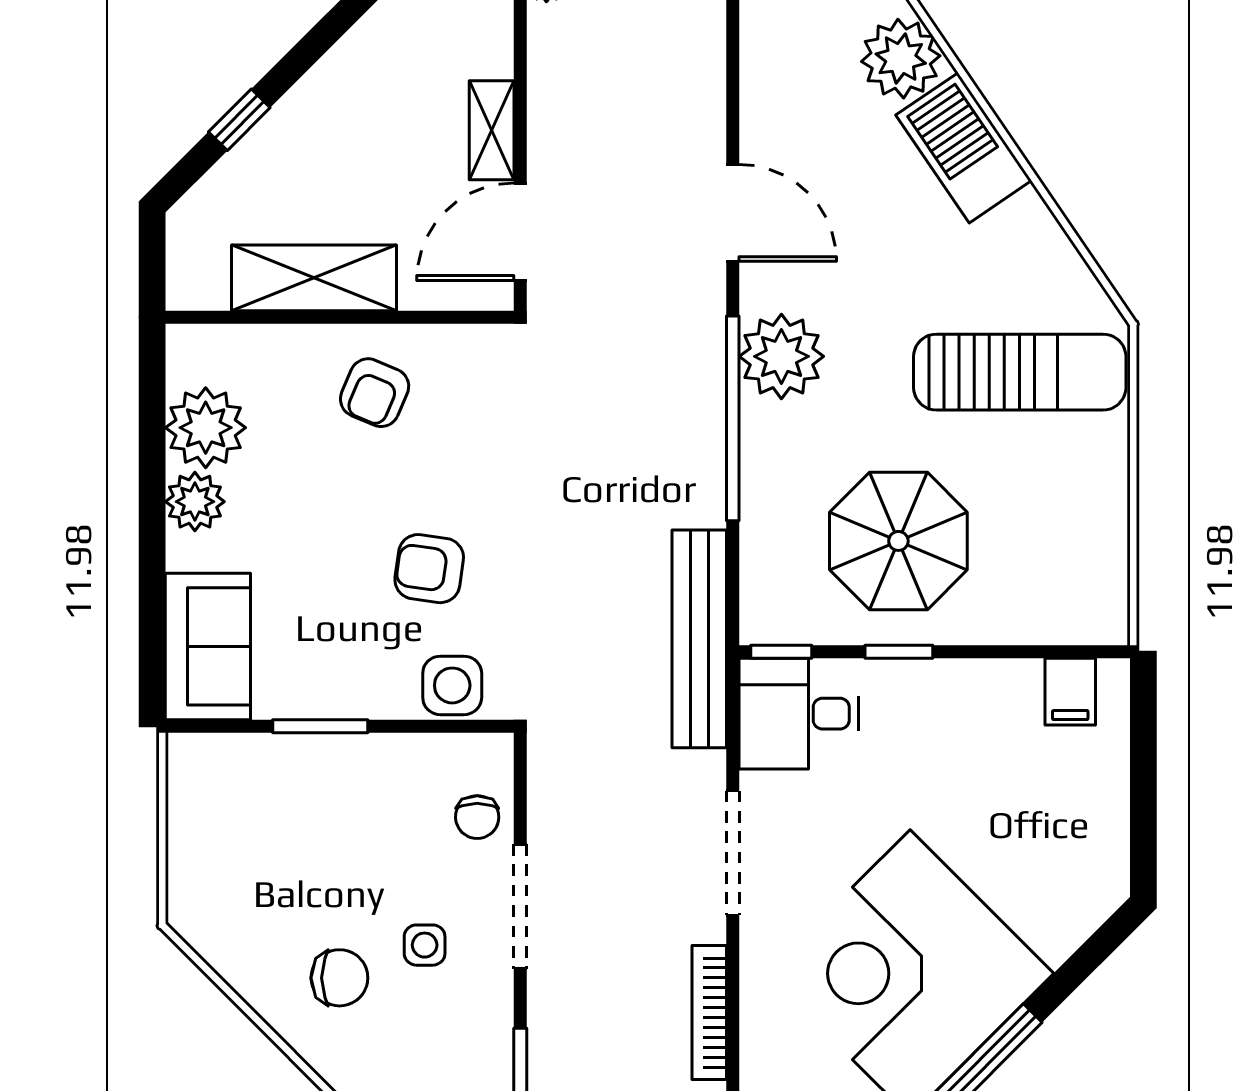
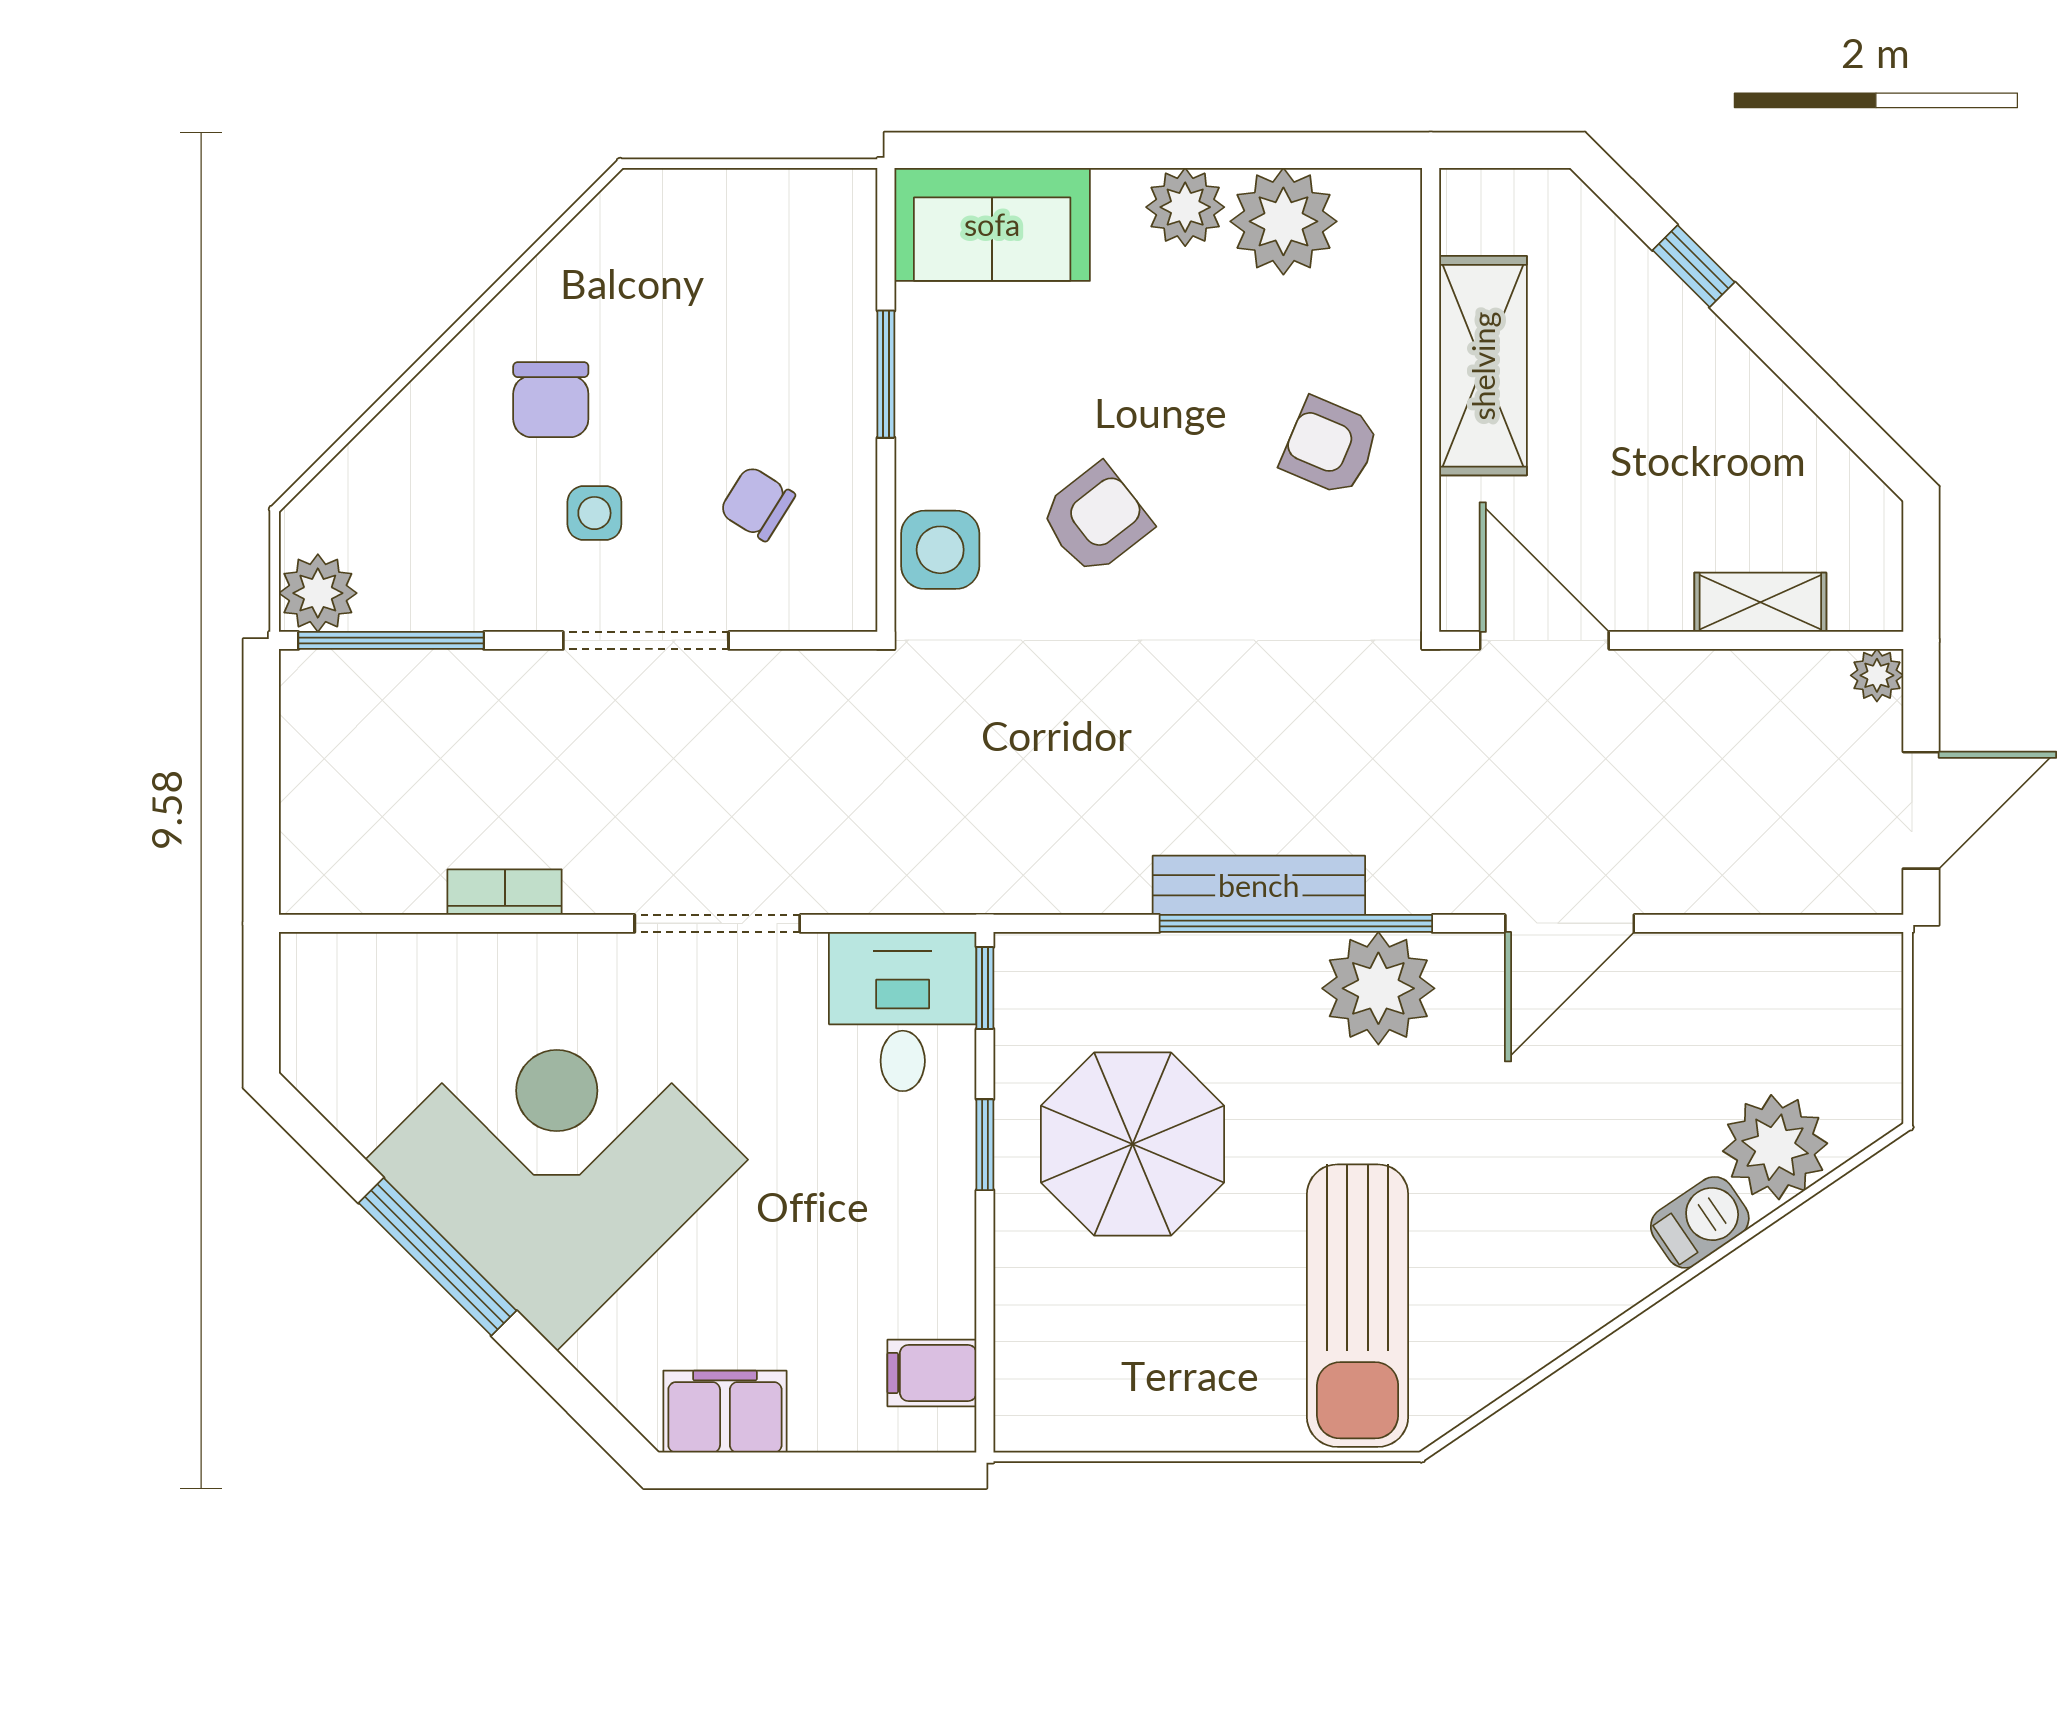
shelving: (492, 130) -> (1760, 602), moved
barbecue: (964, 148) -> (1700, 1222), width x0.53, depth x0.65
armchair: (429, 569) -> (1096, 519), turned 44
bench: (699, 639) -> (1259, 885), moved, width x0.73, depth x0.82
chair: (477, 817) -> (757, 503), moved, turned 32
filing cabinet: (1099, 847) -> (725, 1412), added
bookcase: (709, 1013) -> (505, 892), width x0.64

